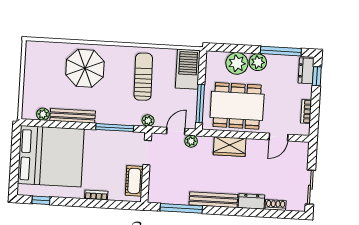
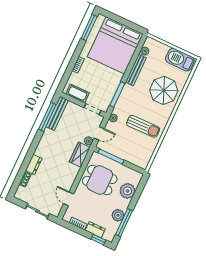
plant: (258, 62) -> (118, 215), moved
barbecue: (188, 69) -> (180, 60), moved, turned 180
dresser: (306, 71) -> (95, 230), moved
dining table: (237, 106) -> (100, 180), width x0.73
door: (176, 131) -> (99, 133), hinge flipped
wardrobe: (230, 146) -> (80, 155), moved
sliding door: (310, 187) -> (37, 211), moved
window: (41, 200) -> (89, 27), width x2.17
bench: (213, 200) -> (57, 114), moved

